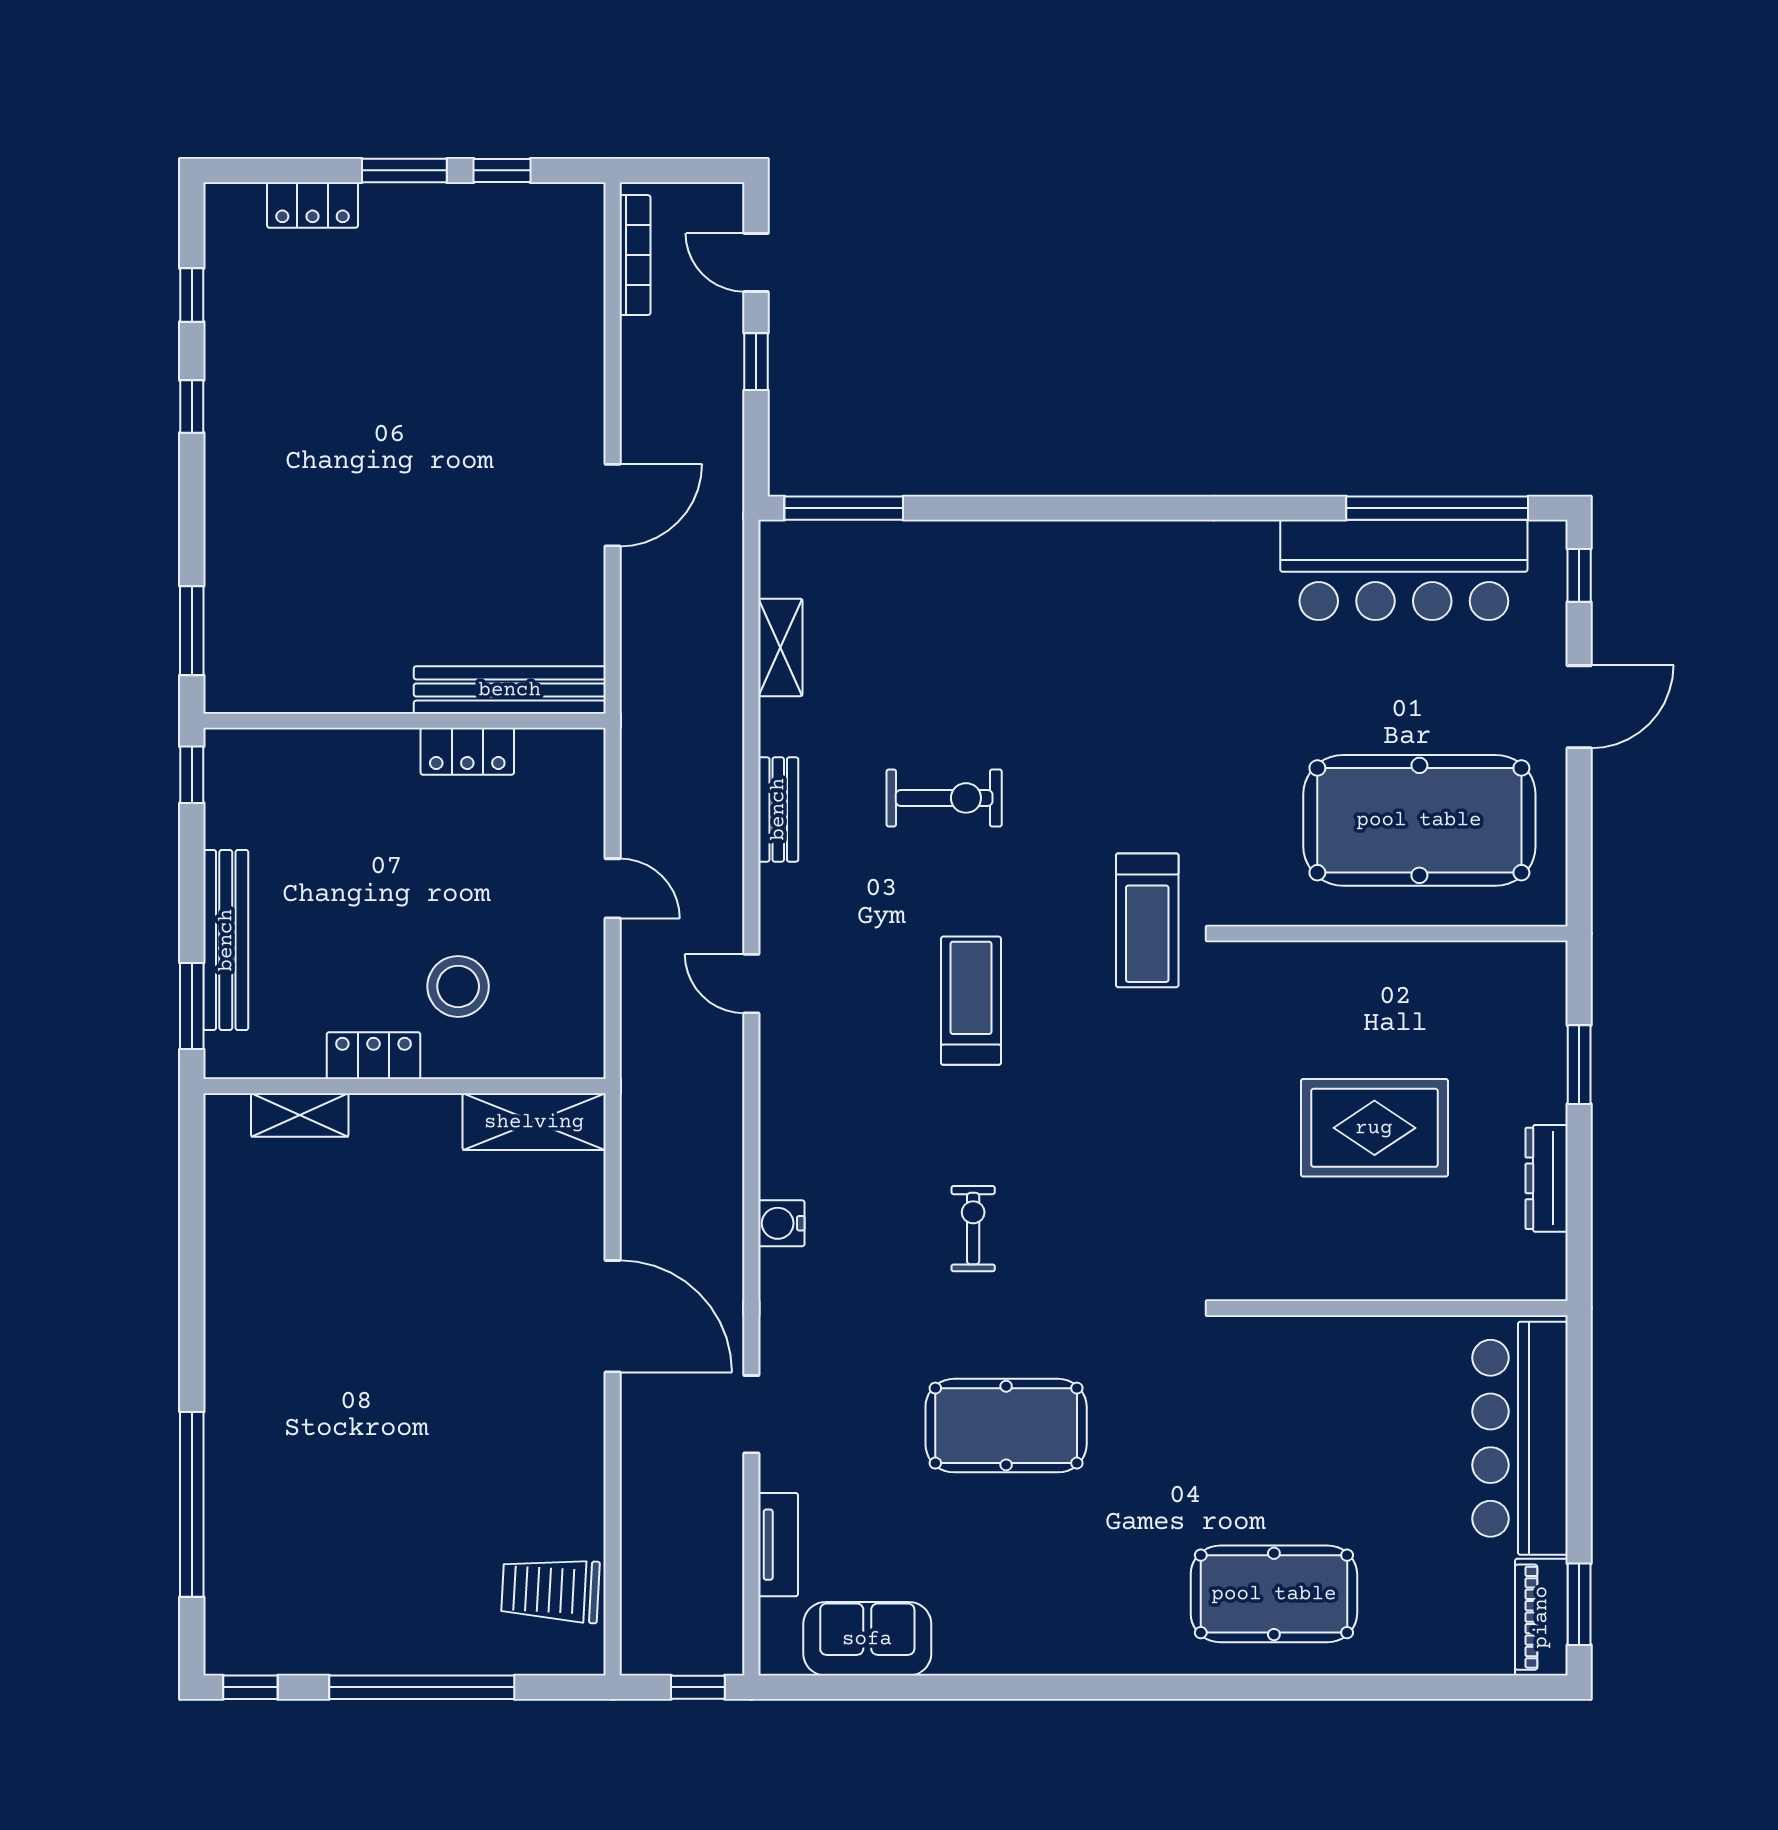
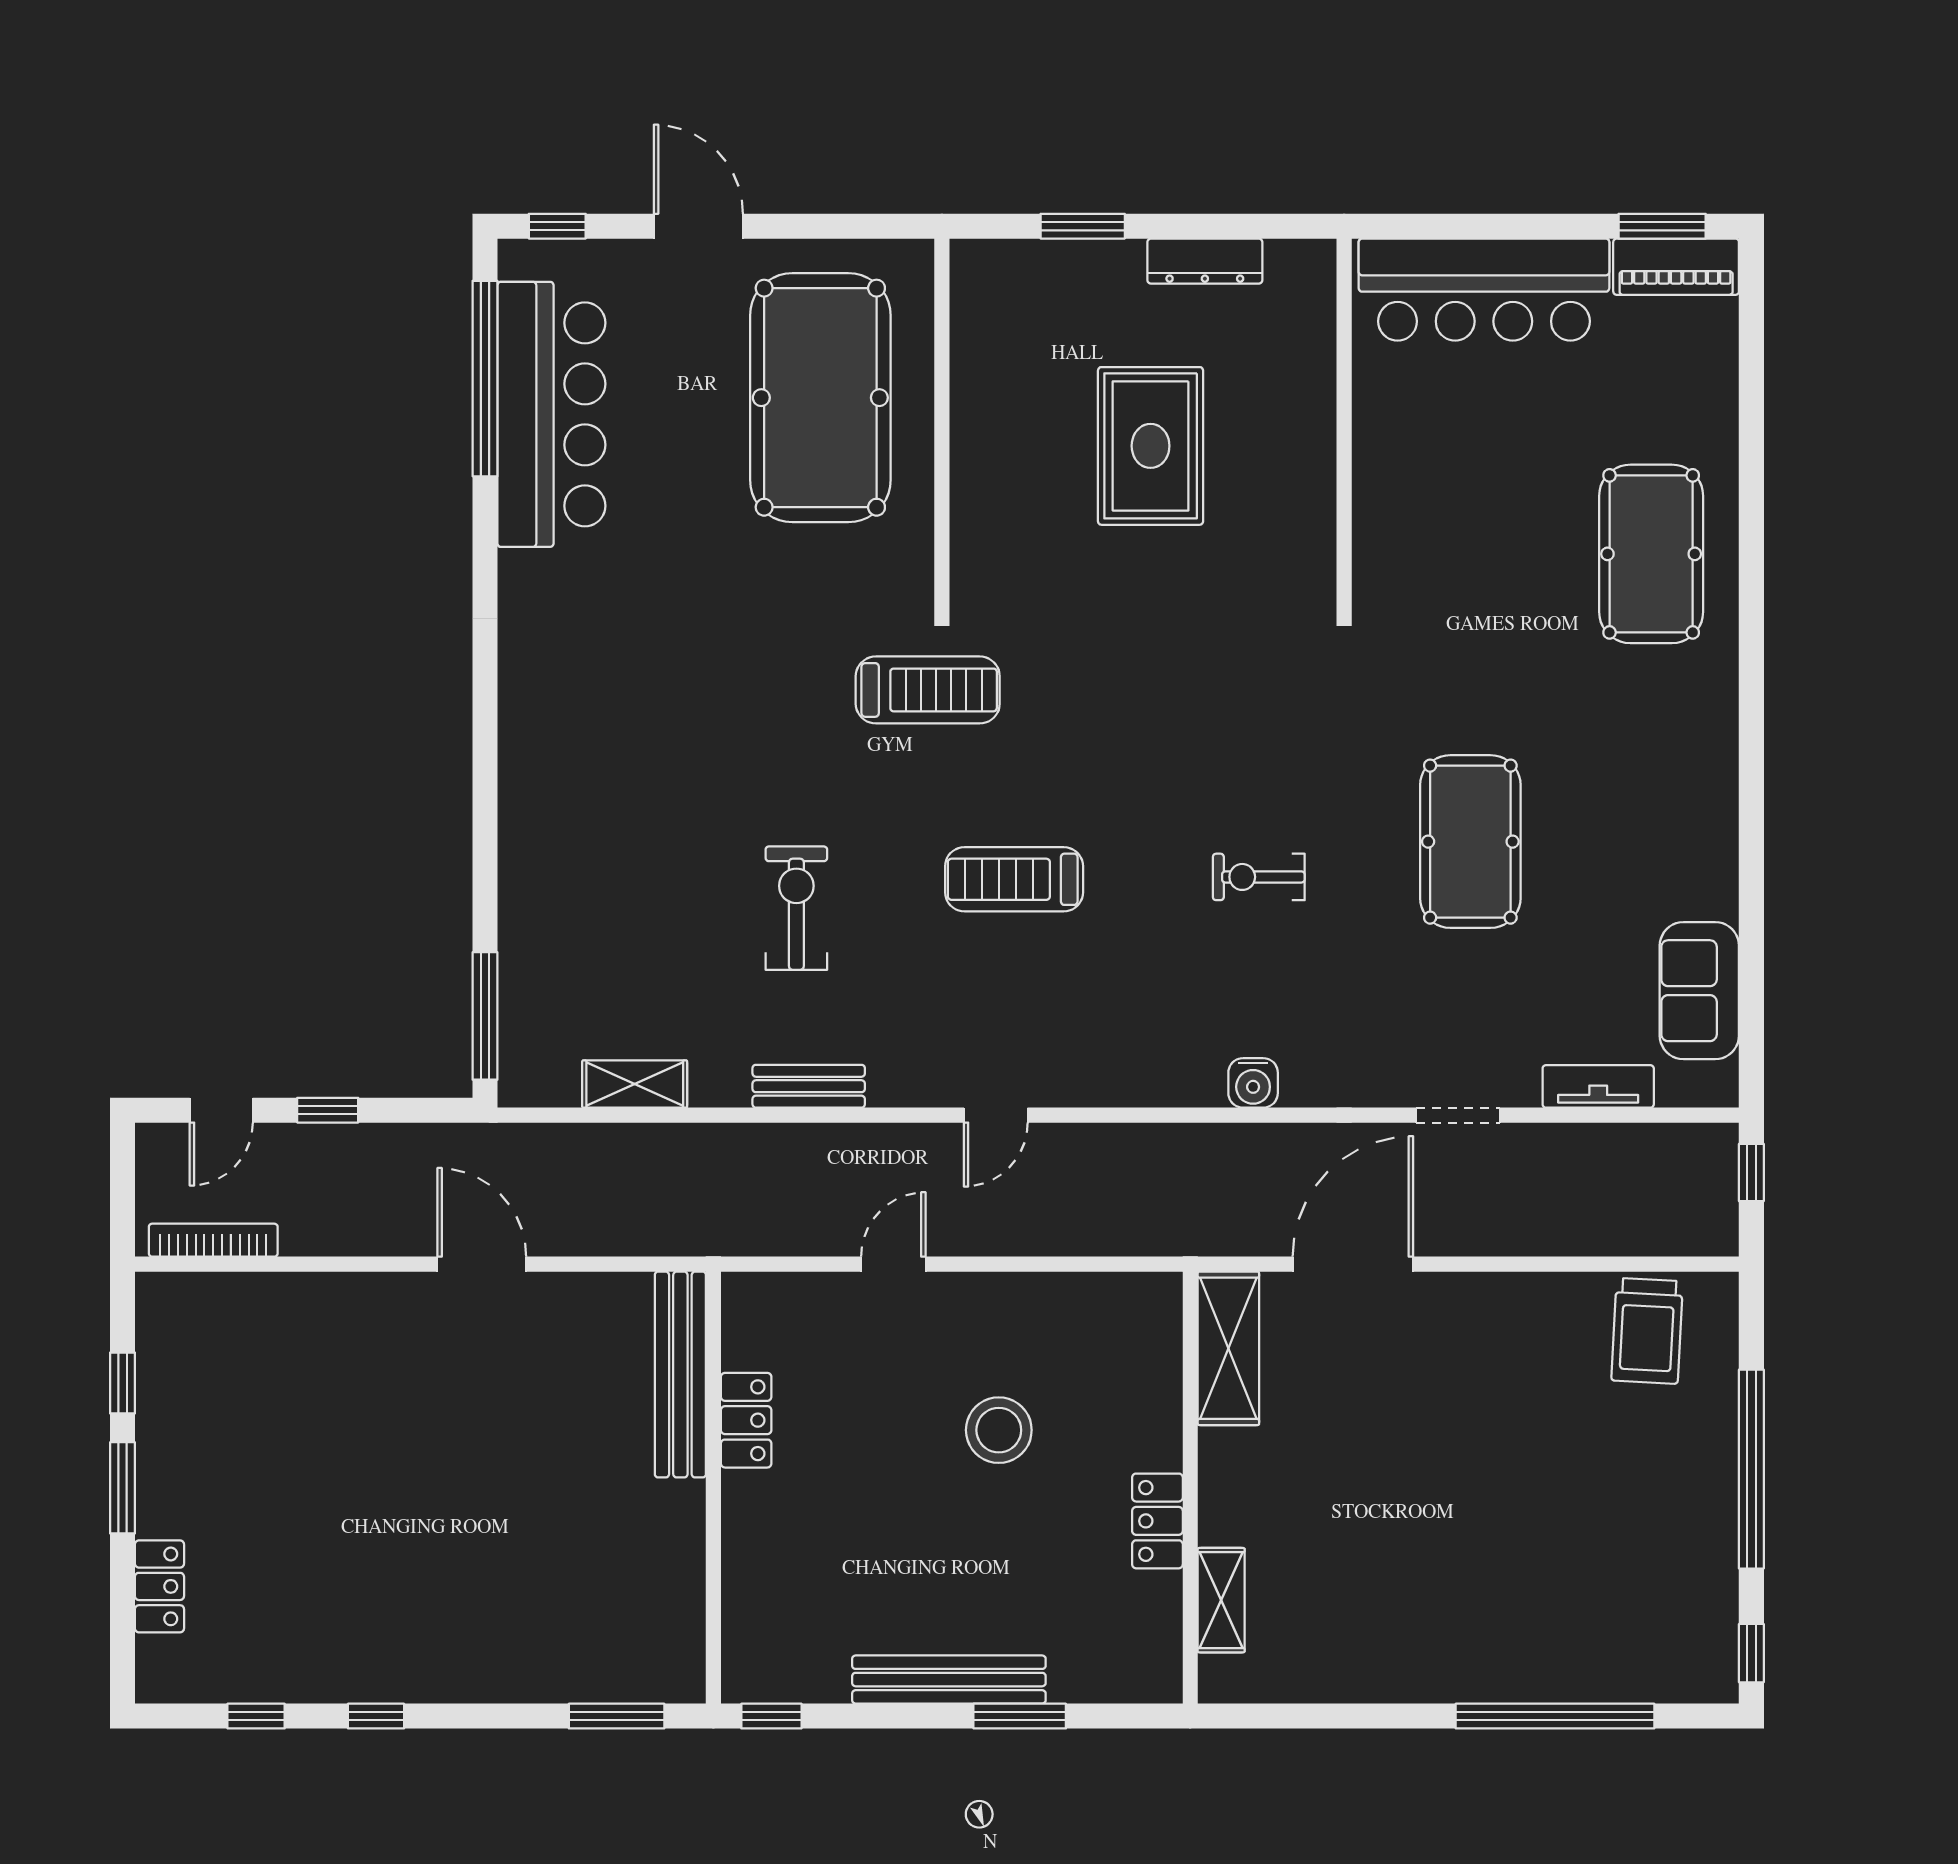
locker: (373, 1056) -> (1157, 1521), moved
wall: (405, 1086) -> (1190, 1488), moved
shelving: (300, 1115) -> (1221, 1600), moved
shelving: (534, 1122) -> (1228, 1348), moved

